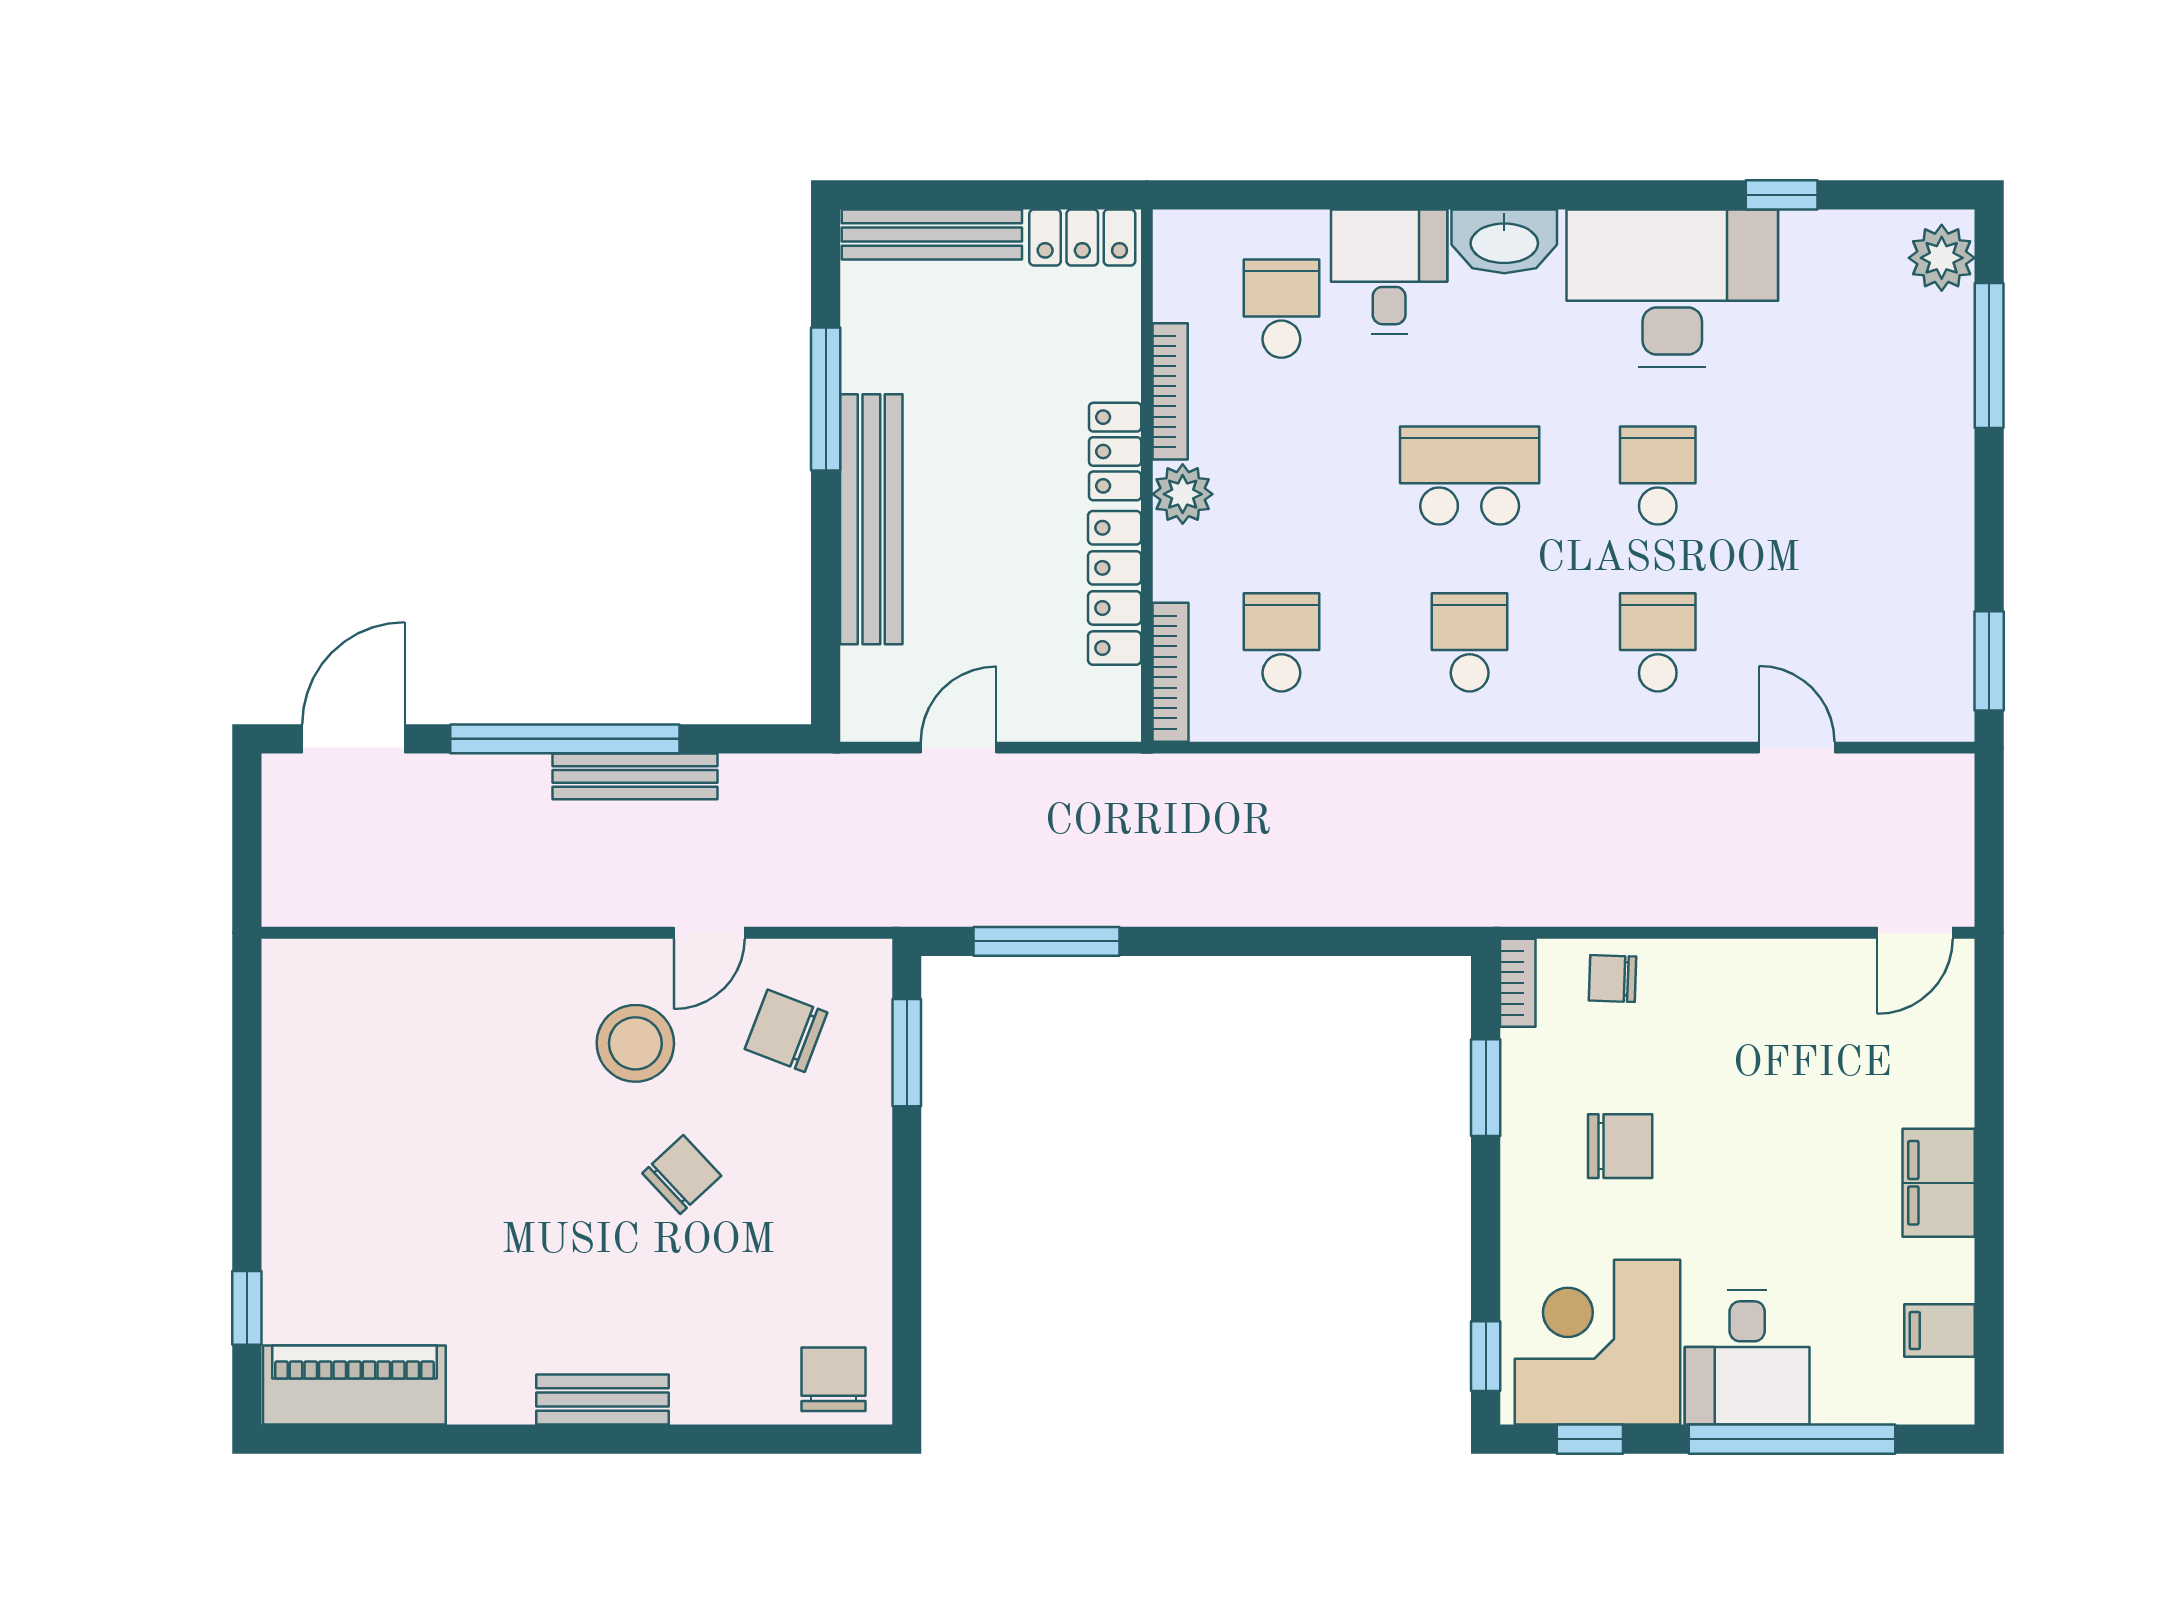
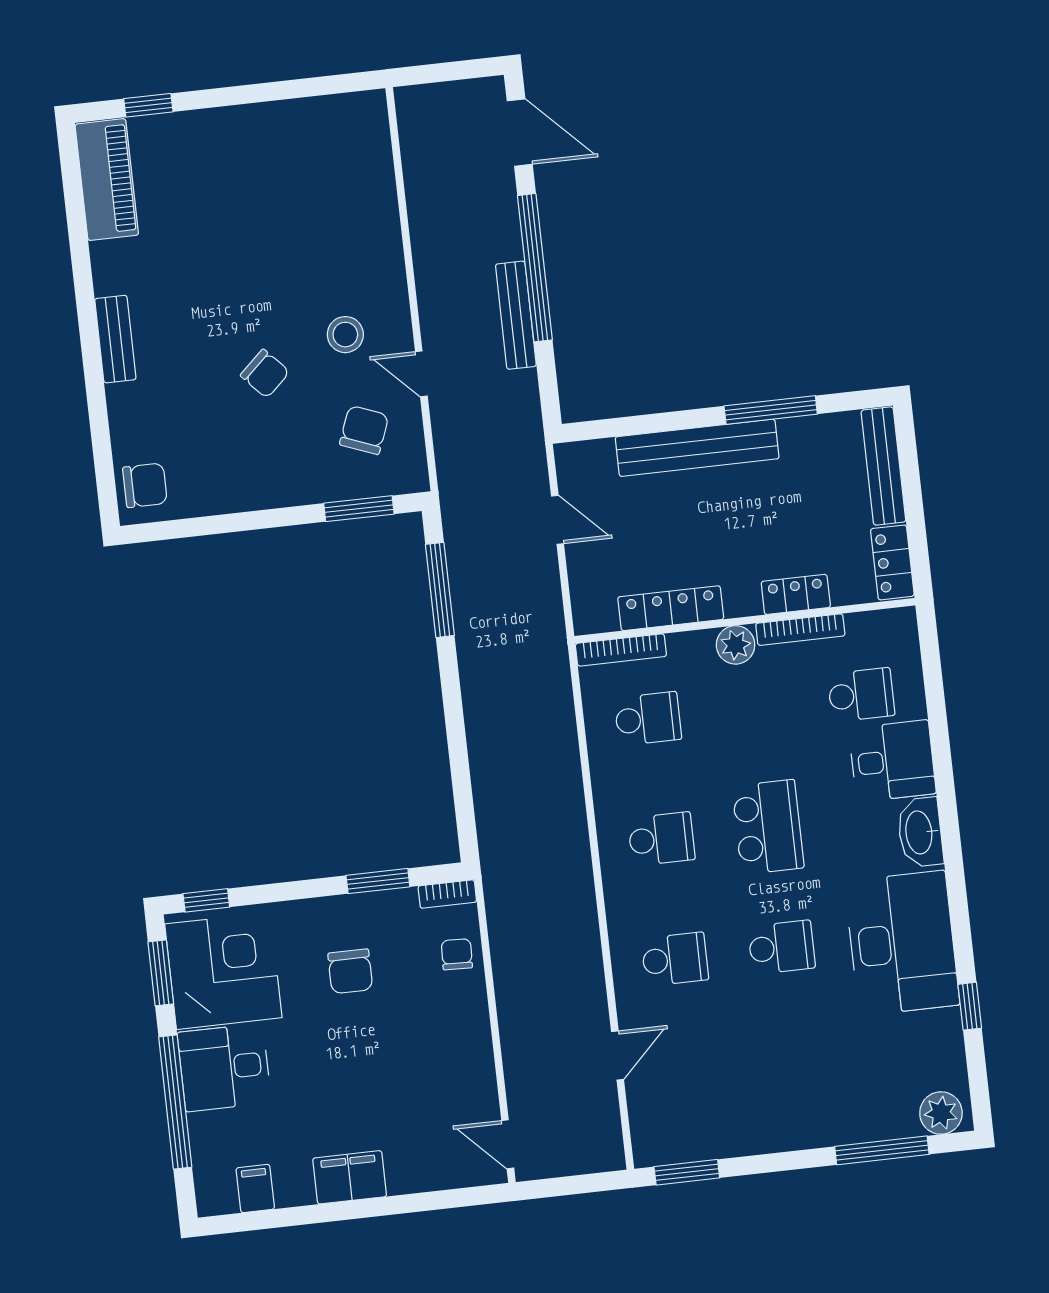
locker: (1115, 452) -> (796, 594), moved
stool: (635, 1043) -> (345, 335), width x0.73, depth x0.73
window: (1590, 1439) -> (161, 973), width x1.50

